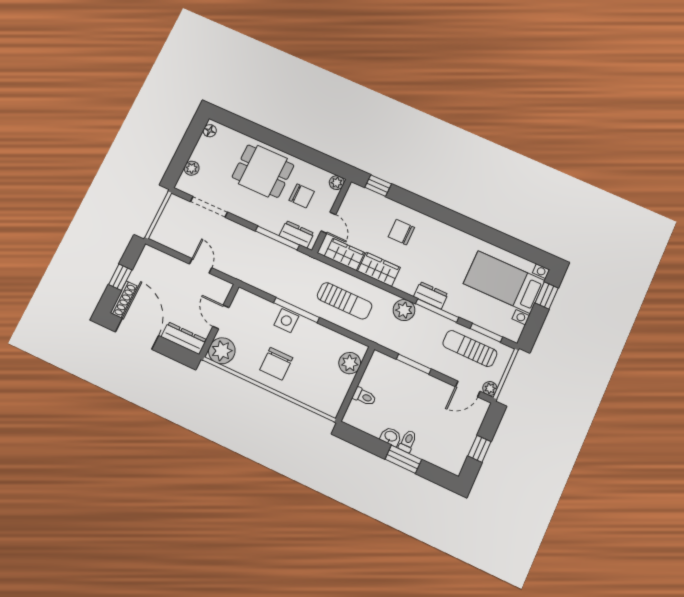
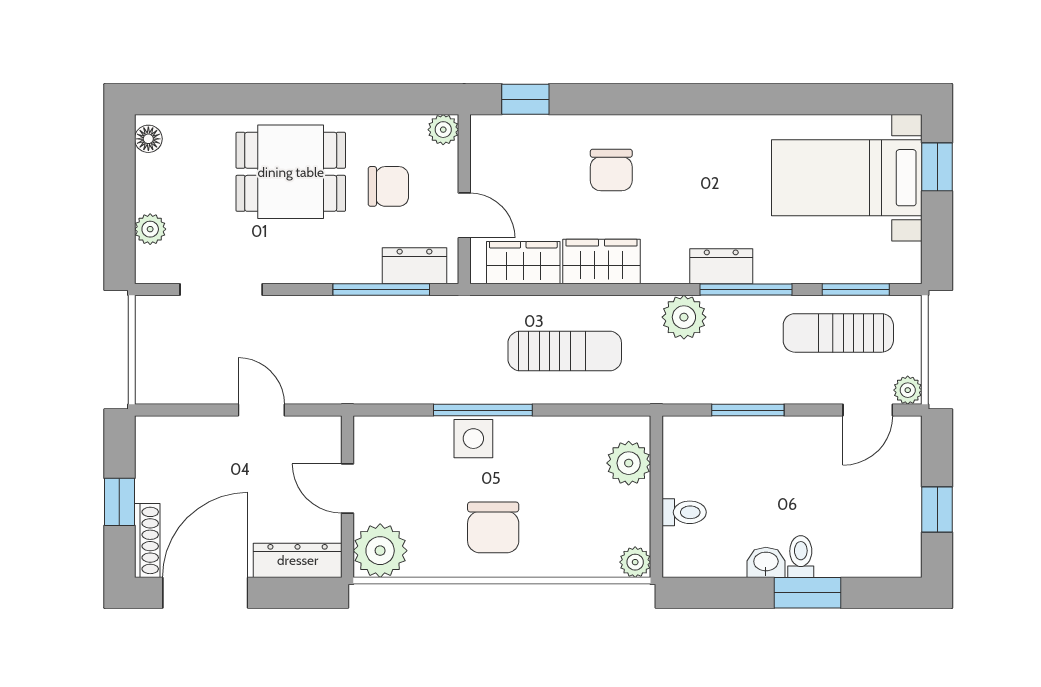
chair: (401, 232) -> (611, 170), turned -90
door: (137, 334) -> (205, 593), hinge flipped
plant: (332, 409) -> (635, 562), added

